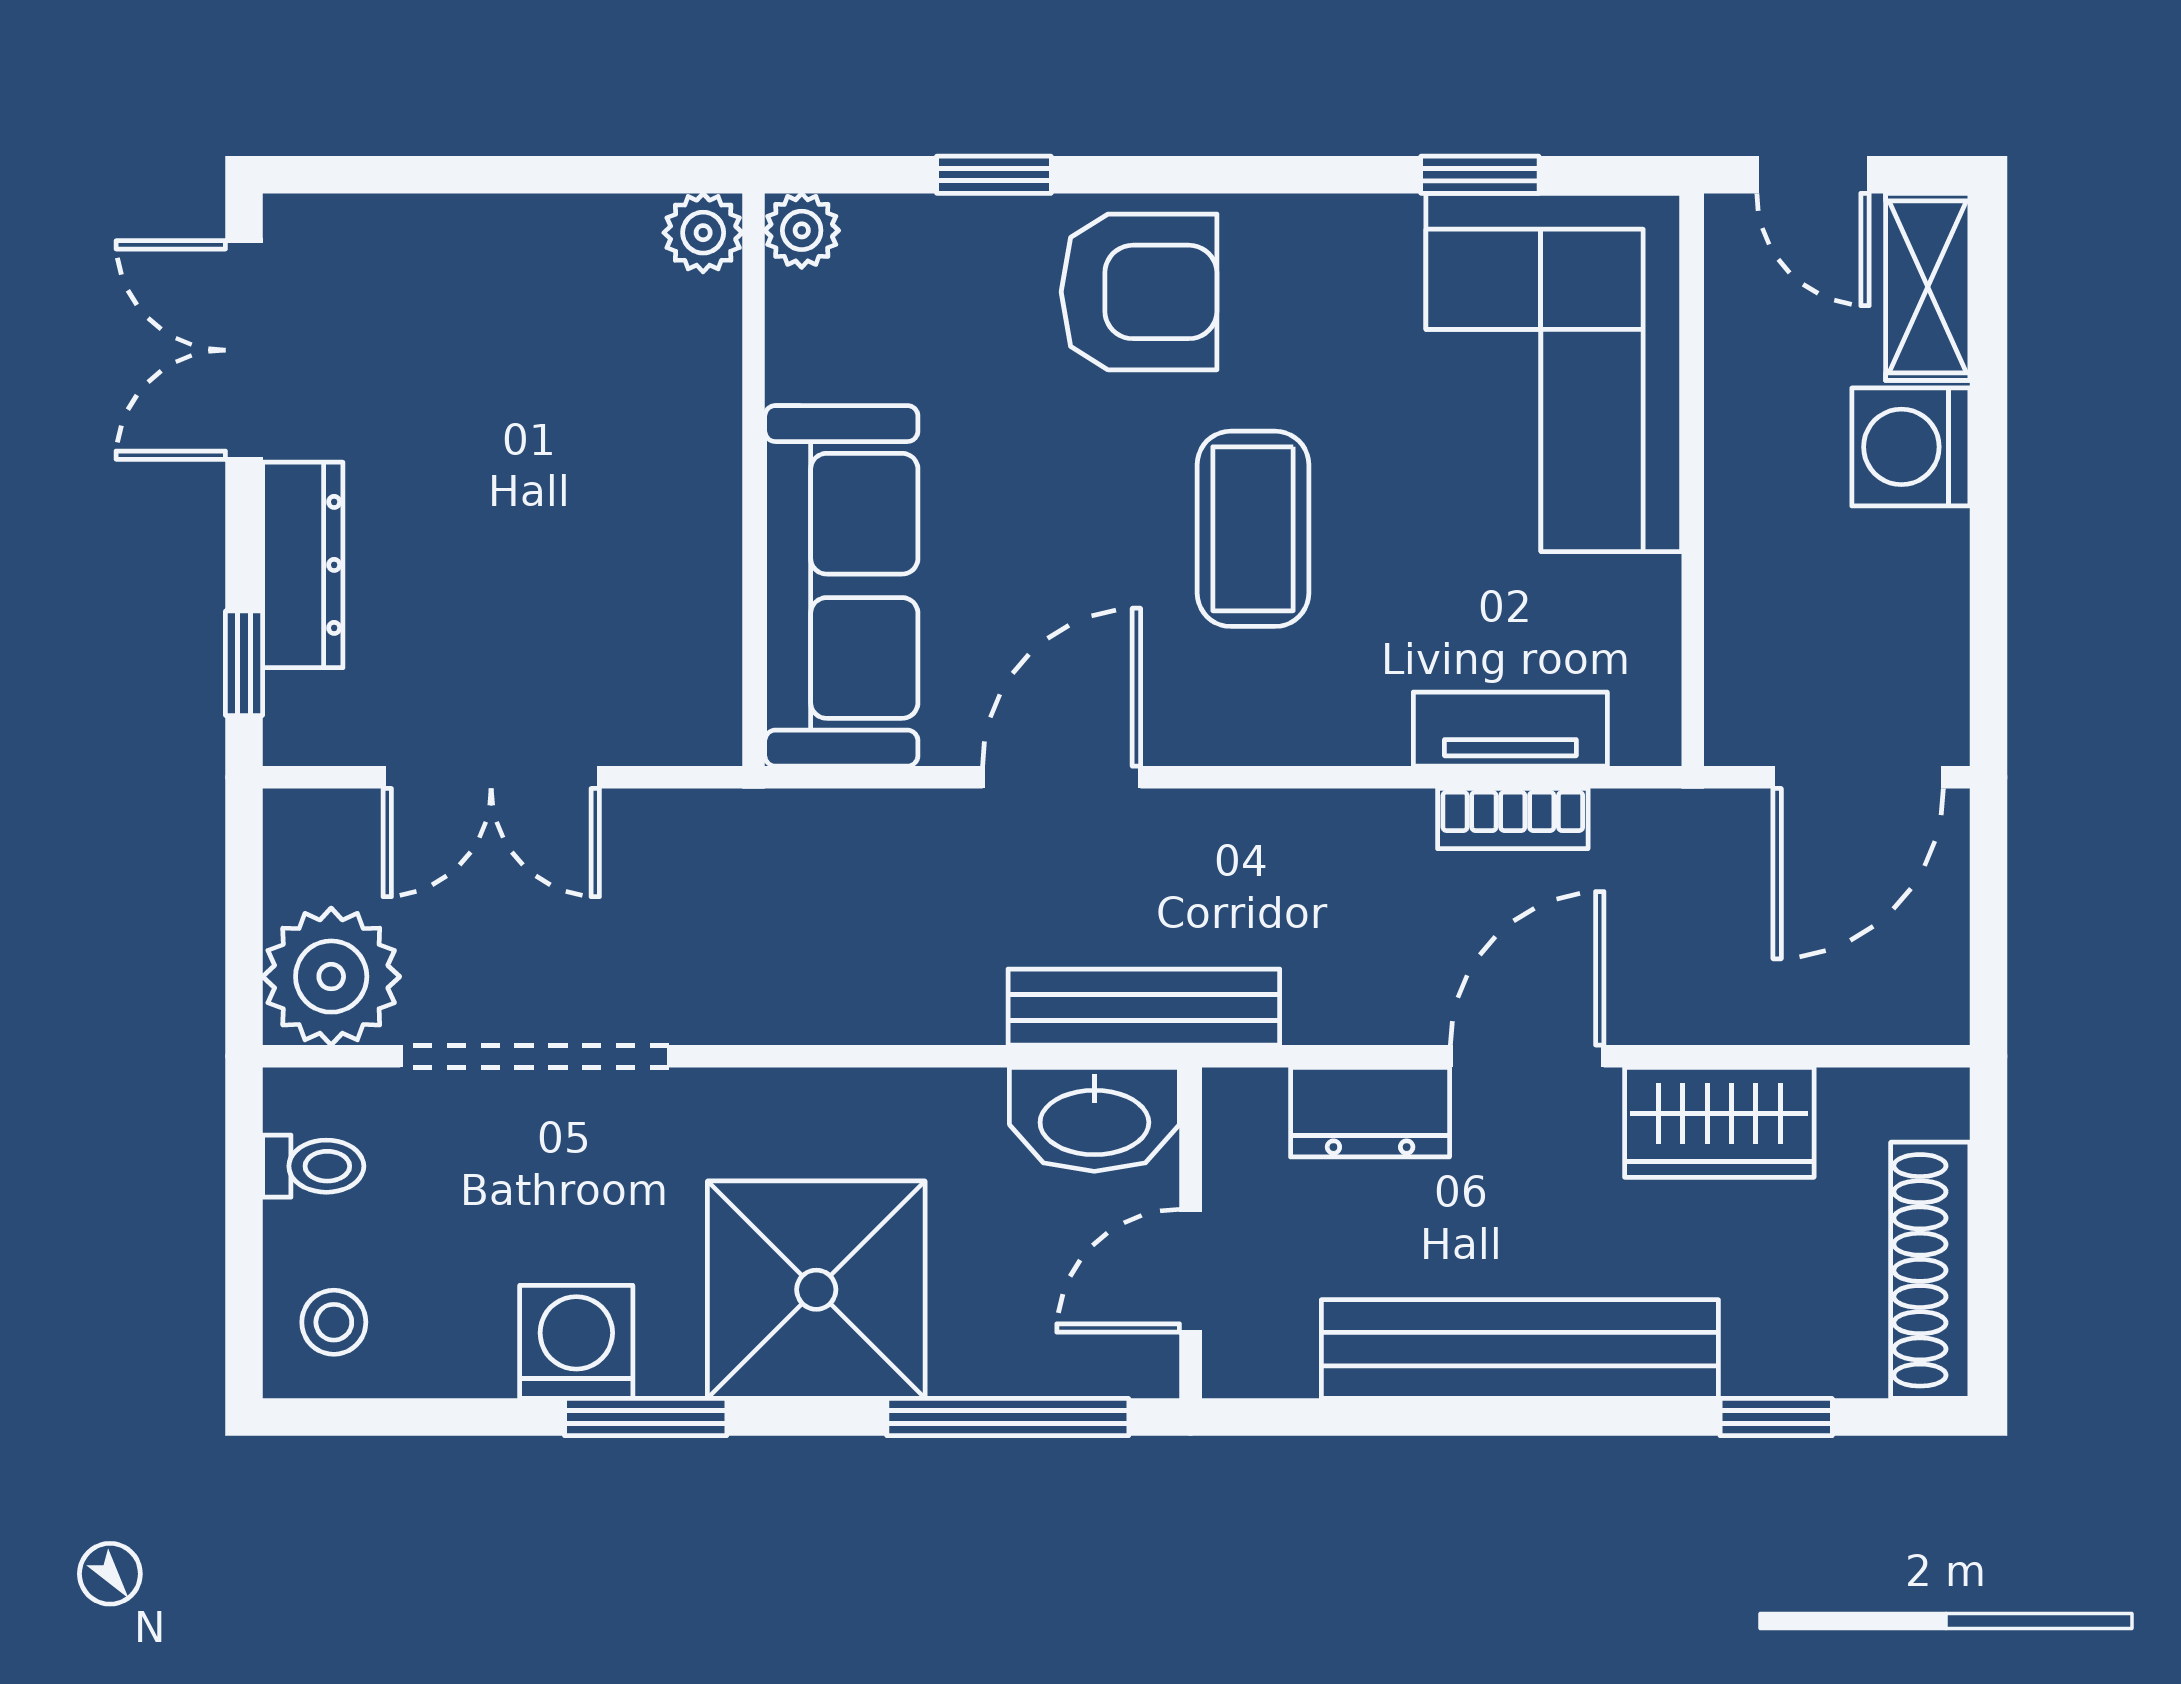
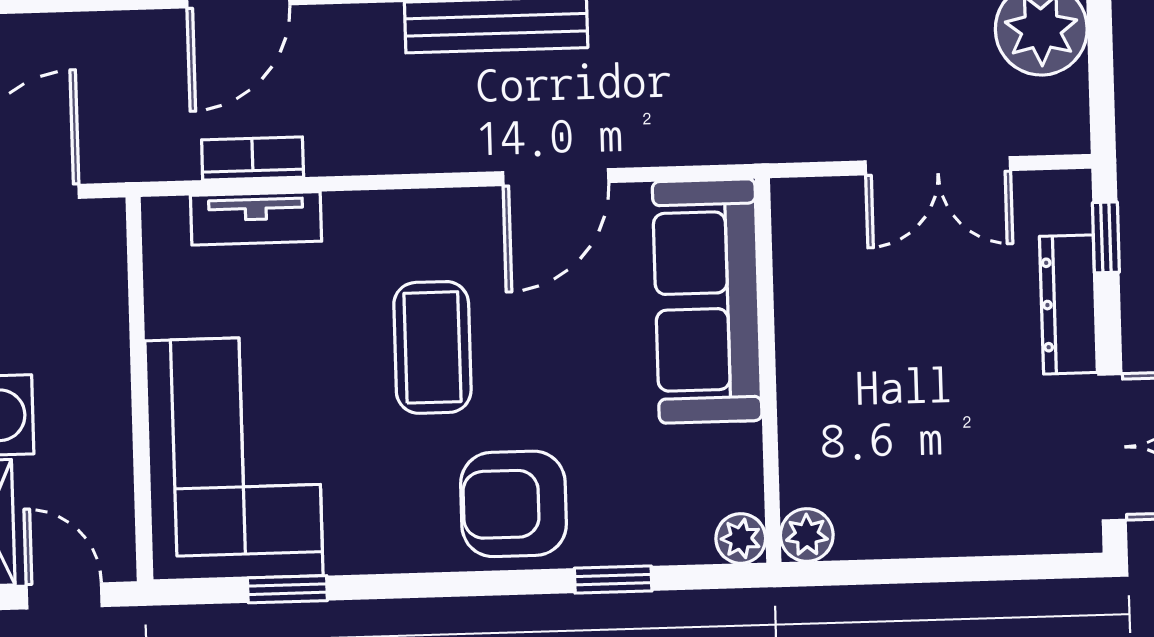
double door: (491, 777) -> (938, 166), swing flipped

